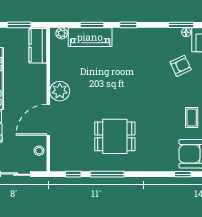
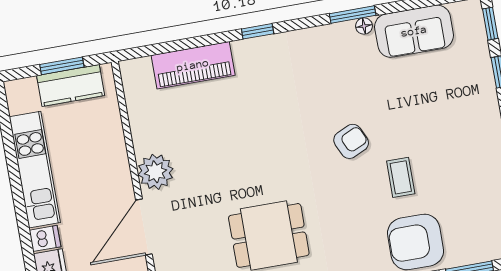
window: (92, 25) -> (192, 43), removed
plant: (62, 33) -> (141, 67), removed
kitchen counter: (38, 46) -> (71, 85), moved, turned -90
armchair: (181, 66) -> (351, 141), moved

